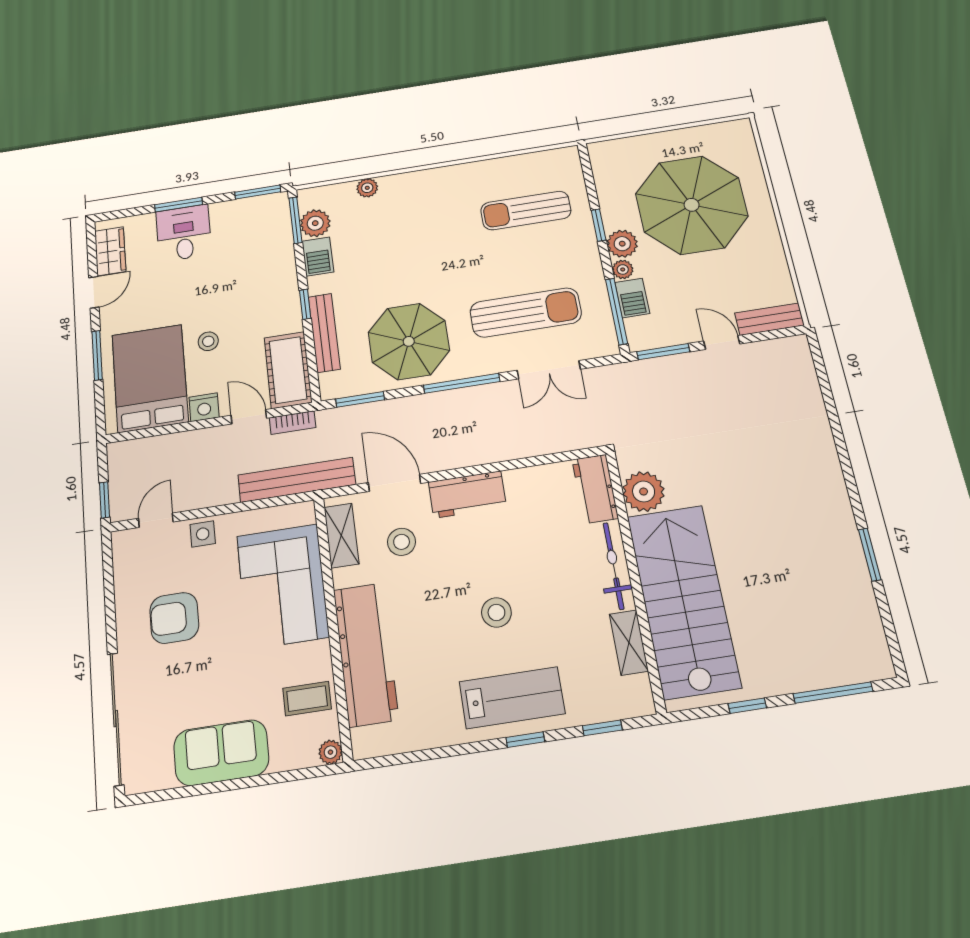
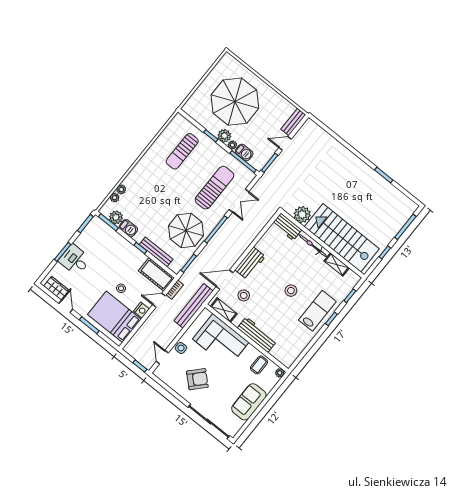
plant: (344, 191) -> (115, 198), added
armchair: (174, 618) -> (197, 379), turned -137
workbench: (366, 654) -> (257, 335), width x0.73, depth x0.76

